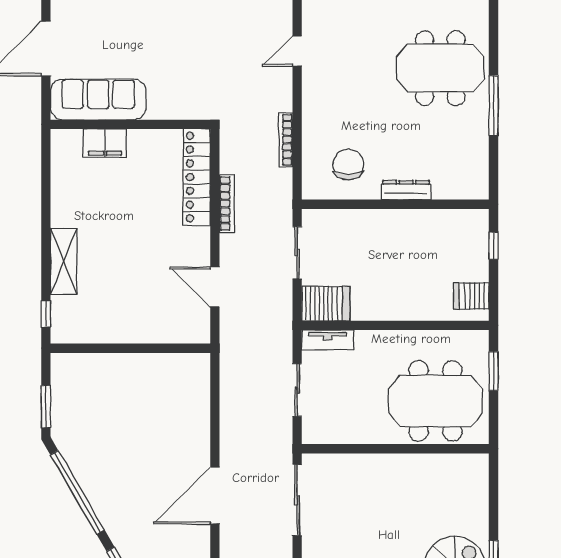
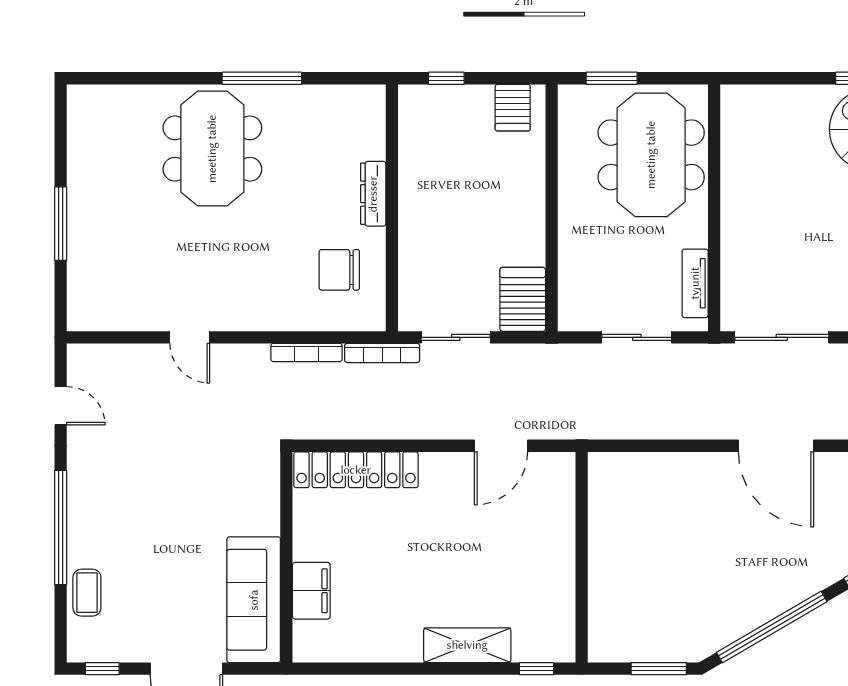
bookcase: (227, 204) -> (382, 353), moved, turned 180
tv unit: (328, 340) -> (695, 283), moved, turned 180

